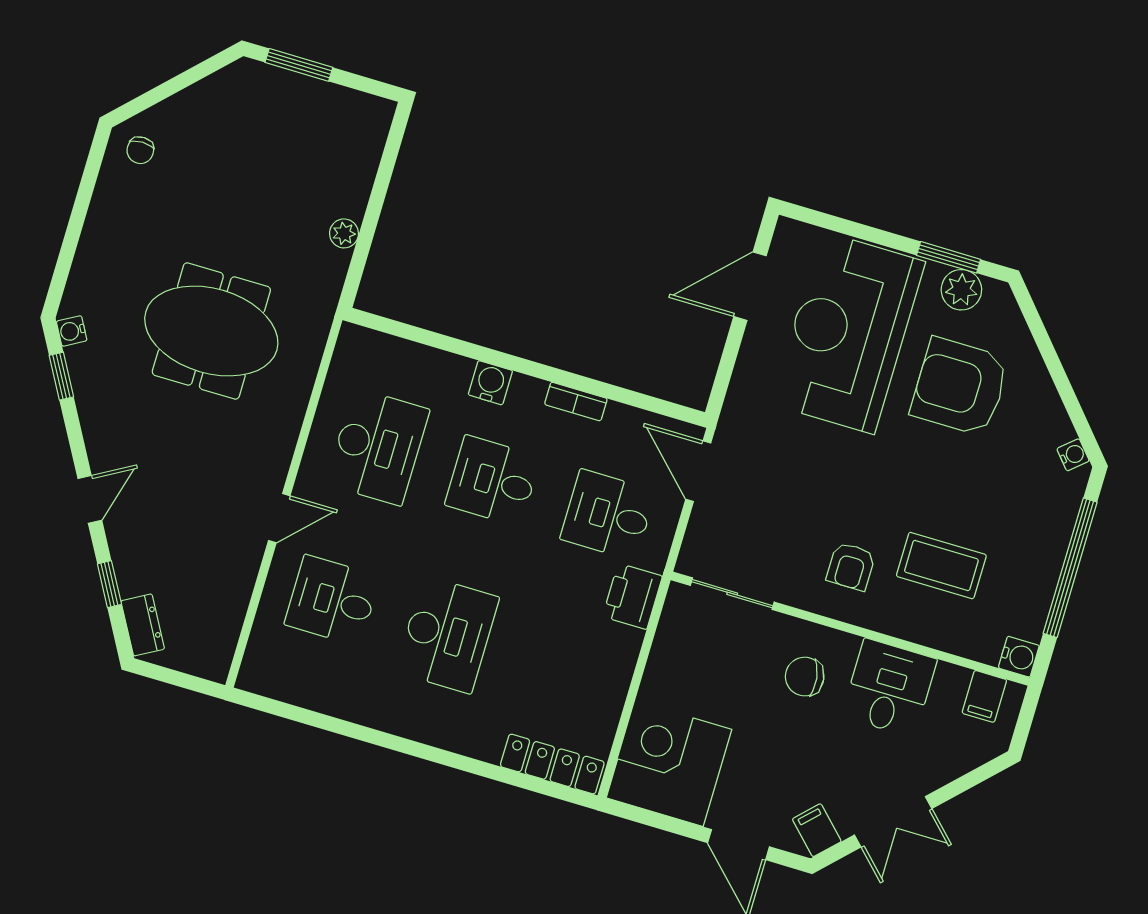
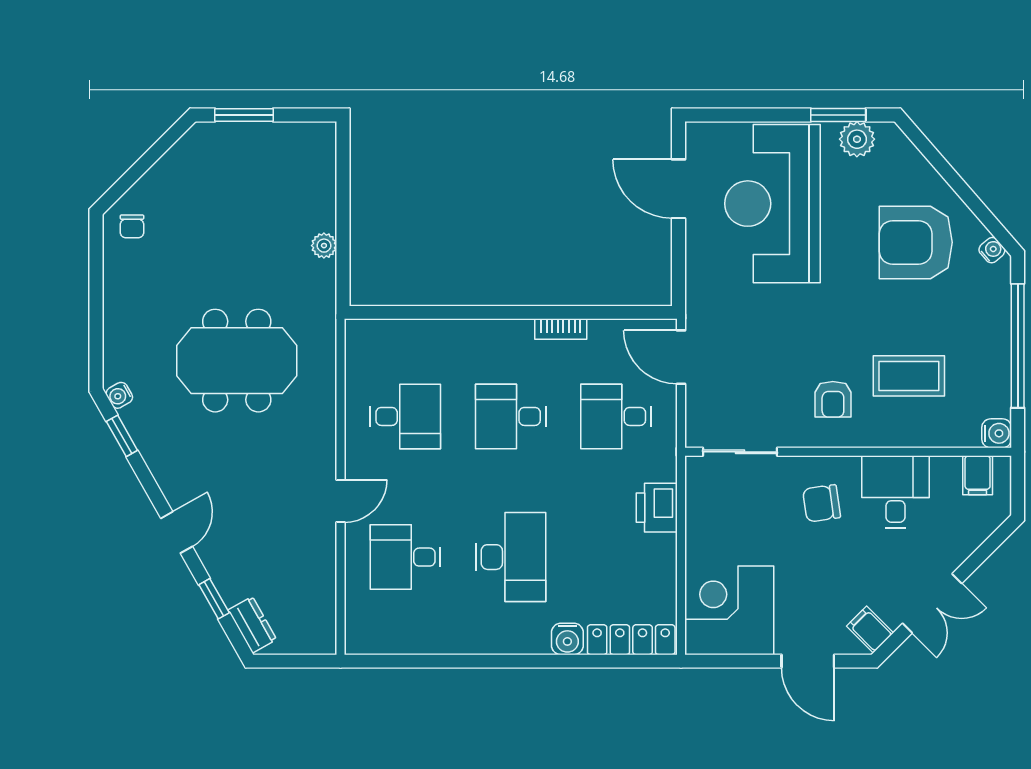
door: (750, 286) -> (678, 189), hinge flipped
water cooler: (490, 383) -> (567, 639), moved, turned 180
armchair: (960, 387) -> (916, 242), moved
desk: (378, 447) -> (405, 416), width x0.73
printer: (632, 596) -> (657, 508), moved

